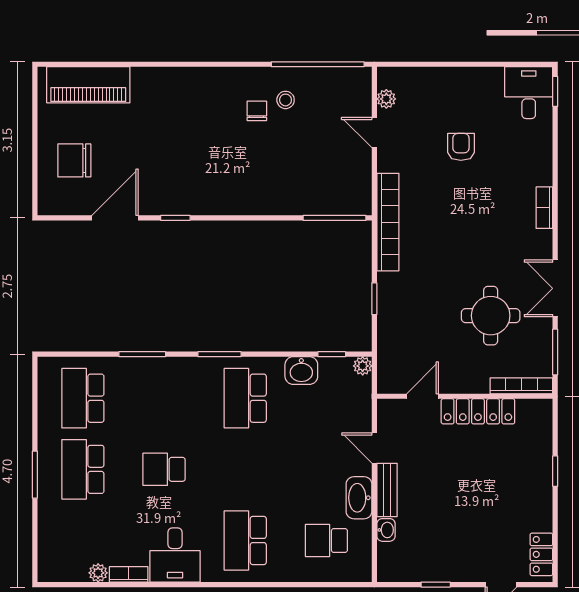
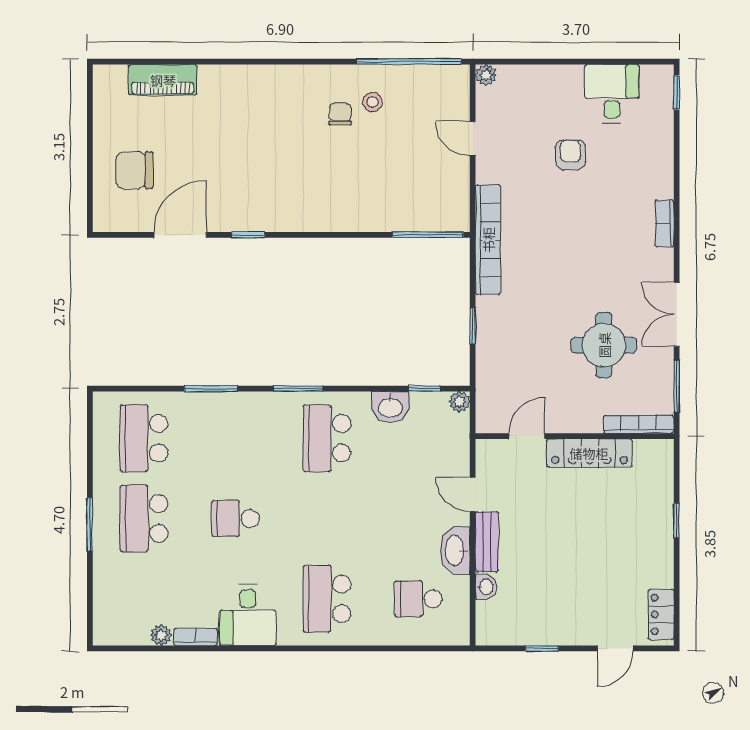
piano: (88, 85) -> (163, 80), width x0.73, depth x0.75
desk: (529, 93) -> (612, 94), moved
plant: (386, 99) -> (486, 75), moved

